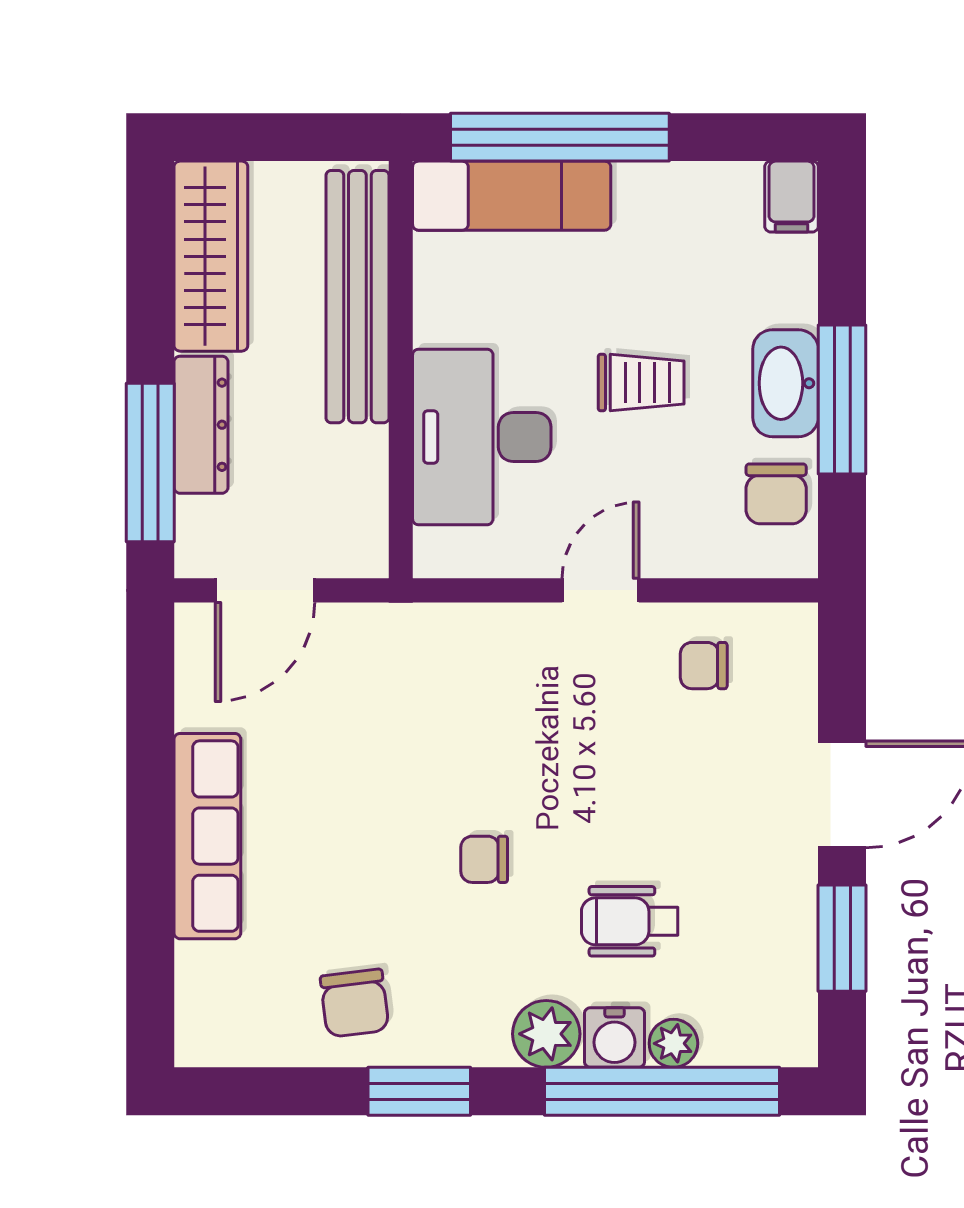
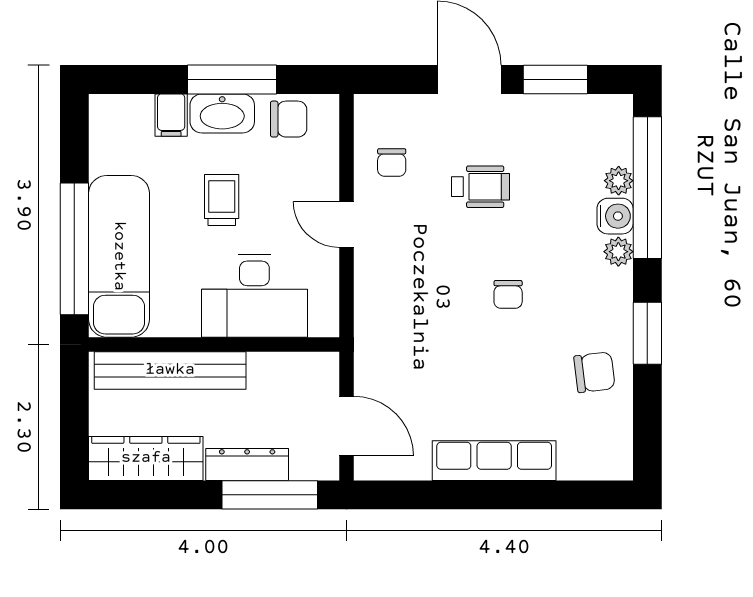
exam couch: (512, 196) -> (119, 256), width x1.36, depth x1.45
filing cabinet: (792, 197) -> (171, 115), moved, turned 90
wheelchair: (630, 921) -> (481, 187), moved, turned -90
plant: (546, 1034) -> (618, 252), width x0.73, depth x0.73

